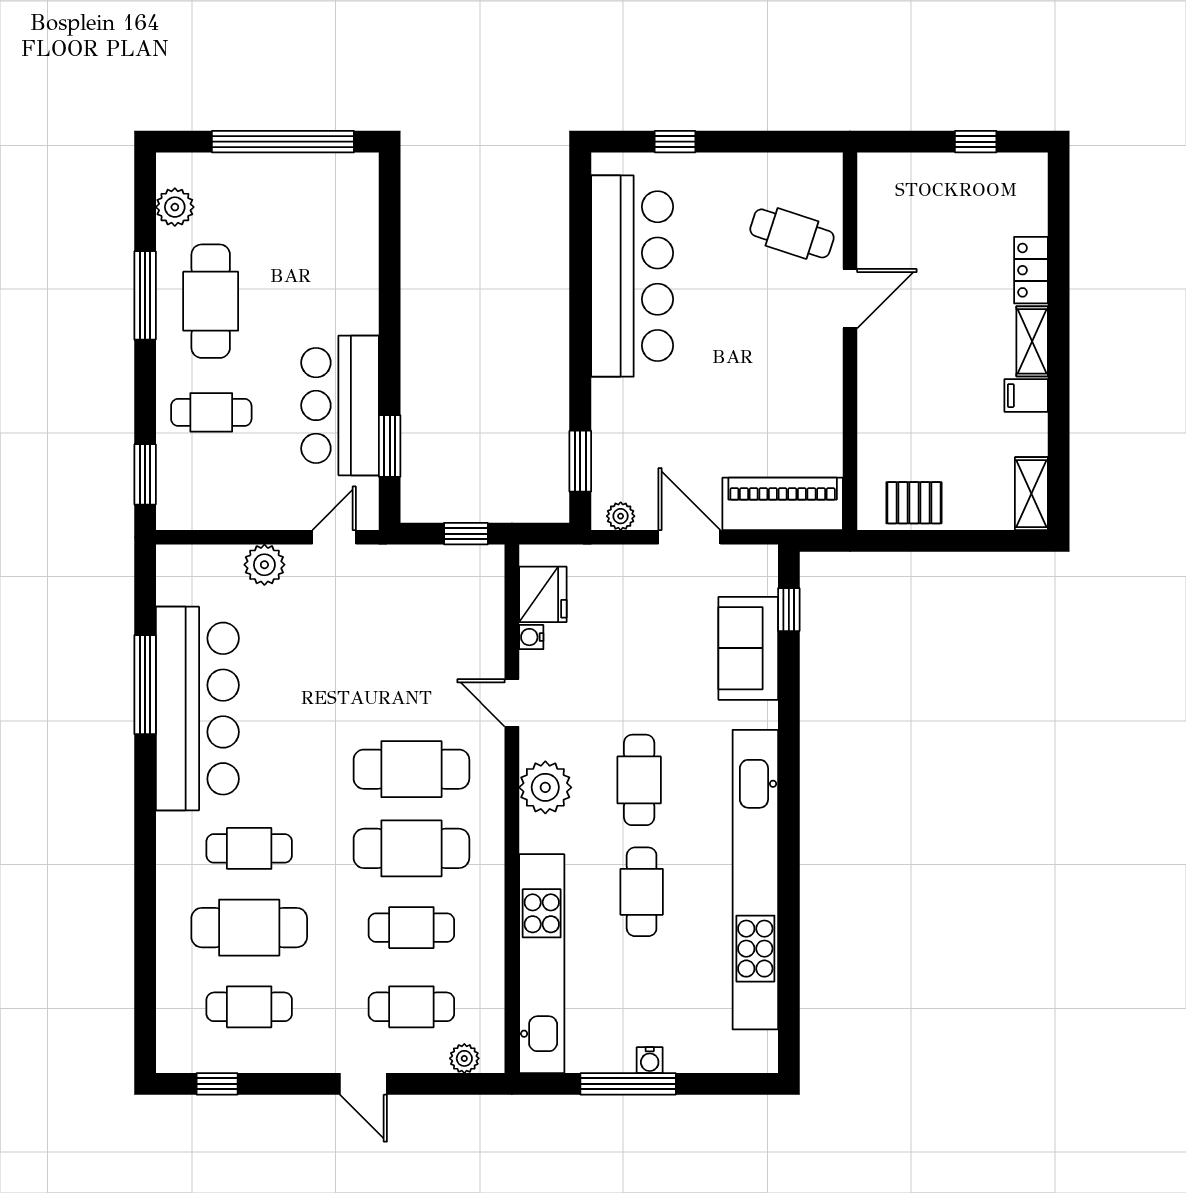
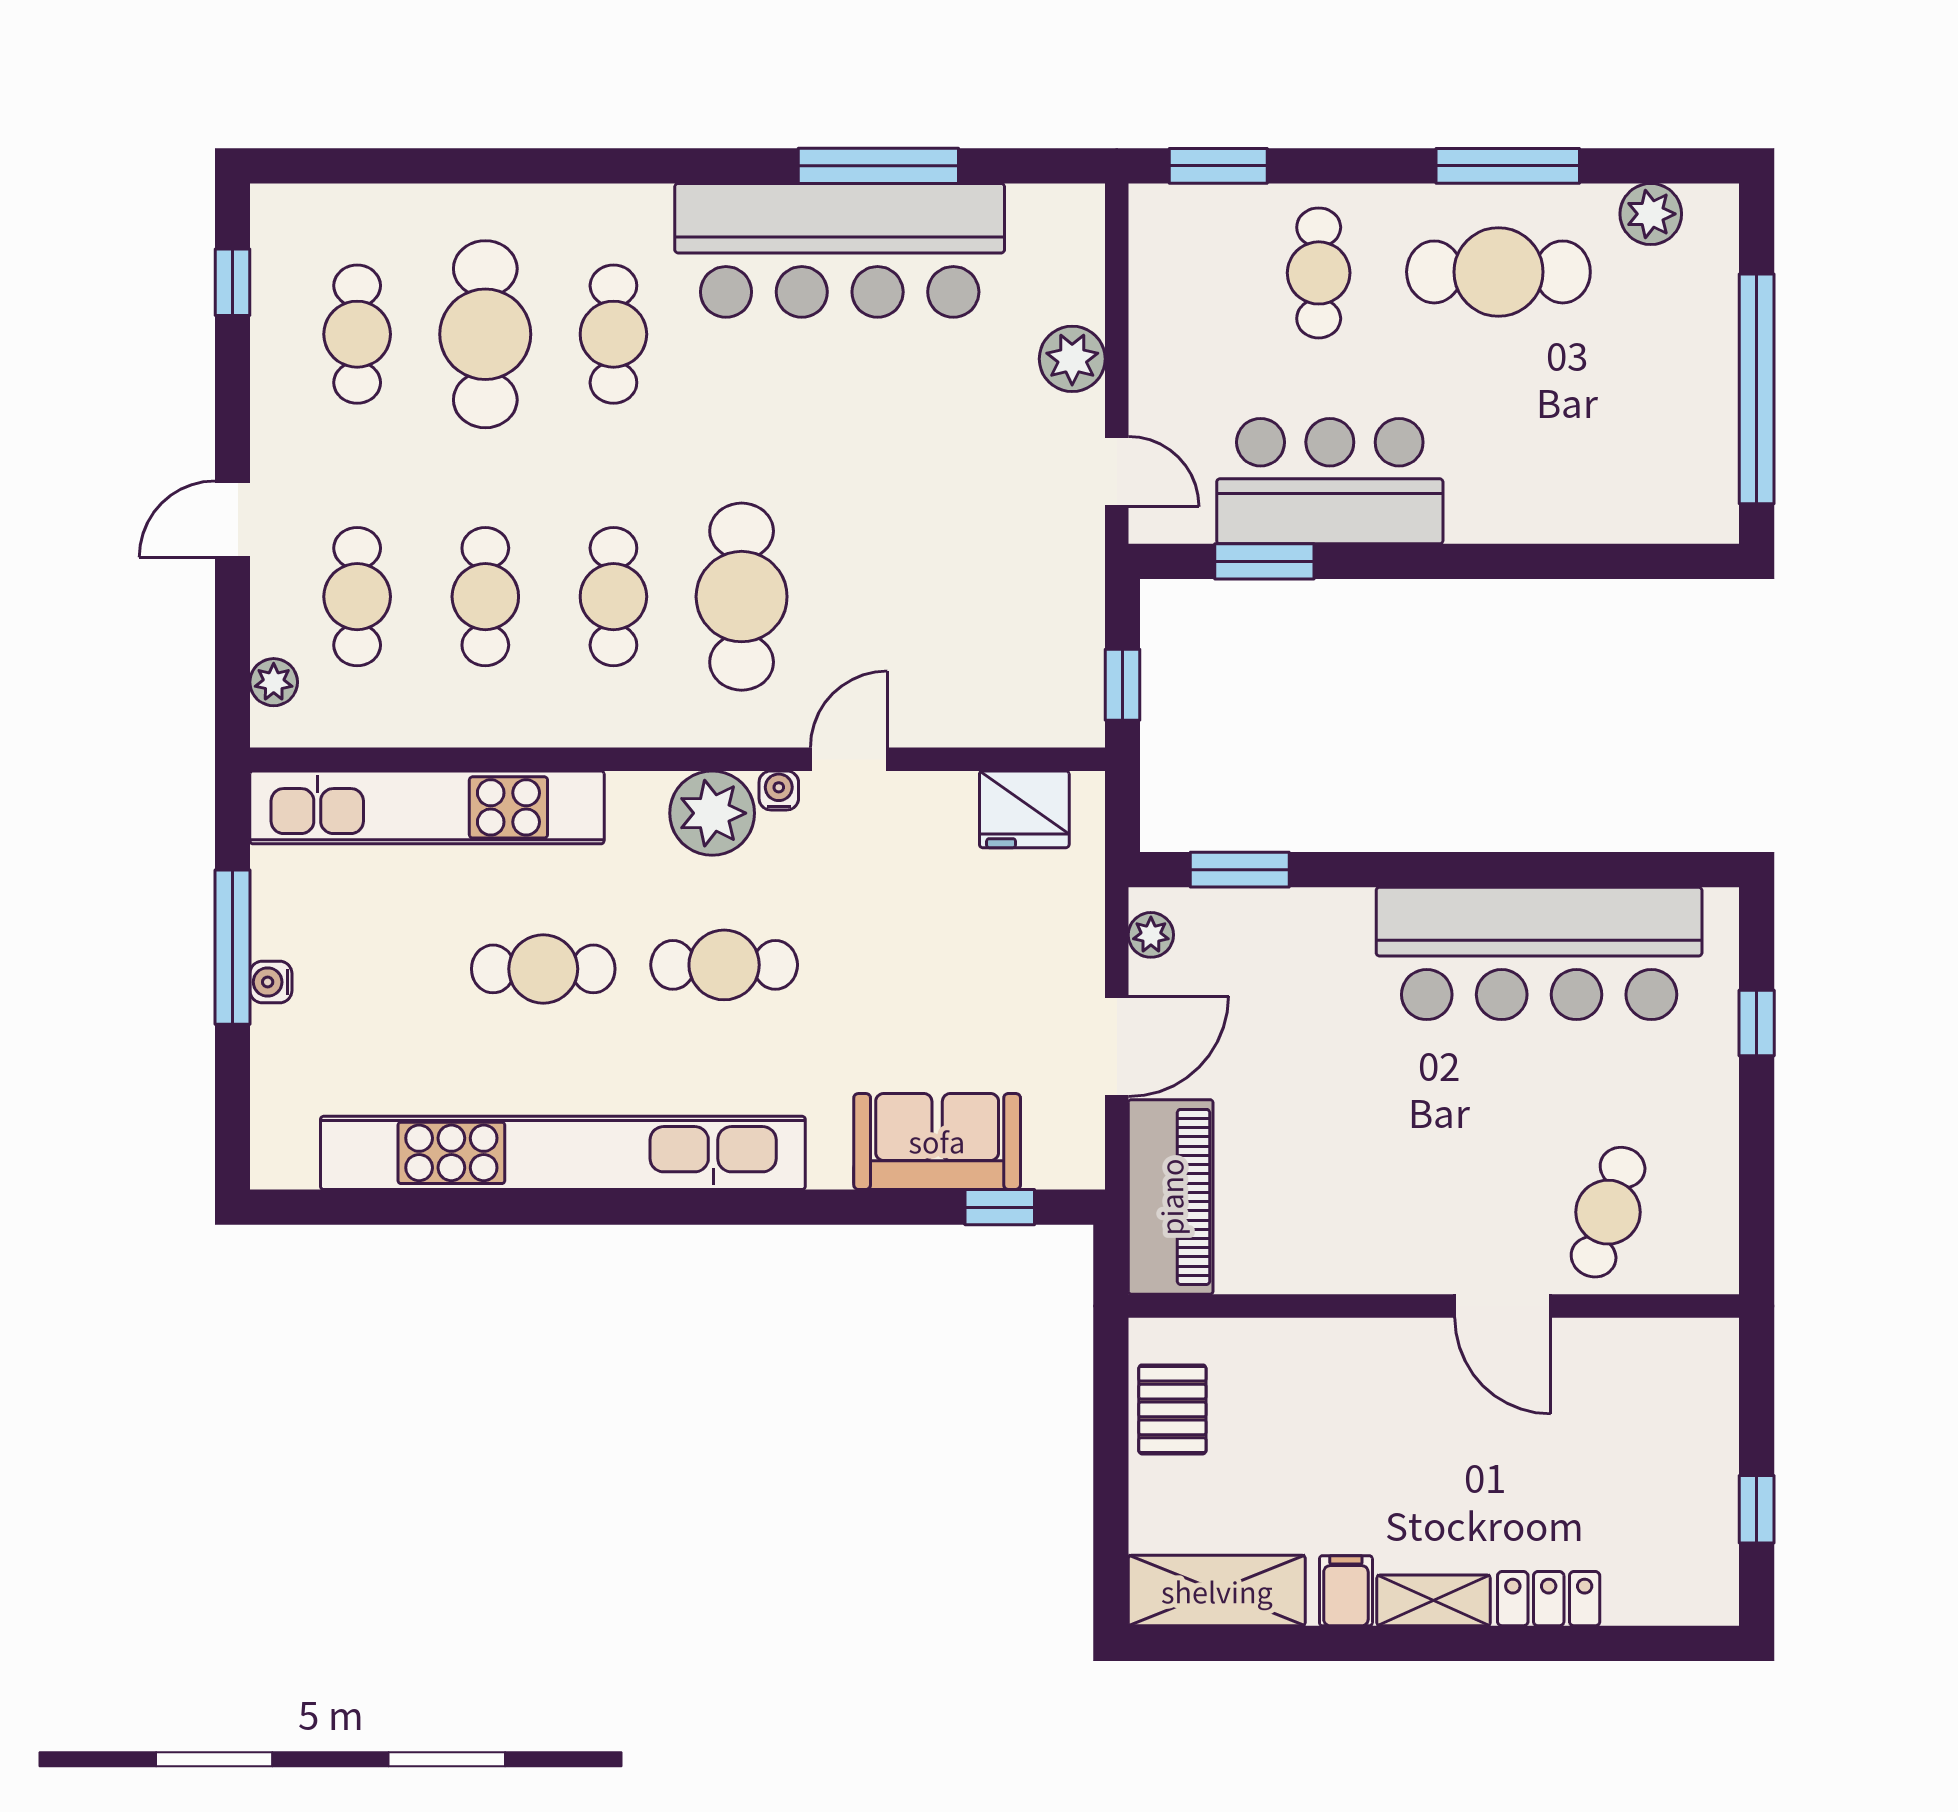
shelving: (1031, 494) -> (1217, 1591), width x1.50, depth x1.33
water cooler: (531, 637) -> (779, 790), moved
cafe table: (411, 848) -> (613, 597), width x0.73, depth x0.74

